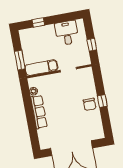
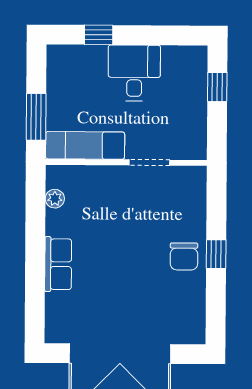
desk: (67, 33) -> (134, 73), moved
window: (92, 45) -> (217, 87), moved
row of seats: (39, 112) -> (58, 264), width x0.68

